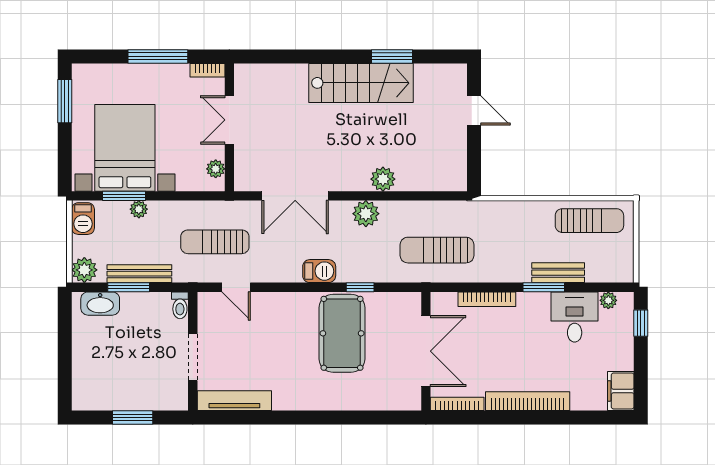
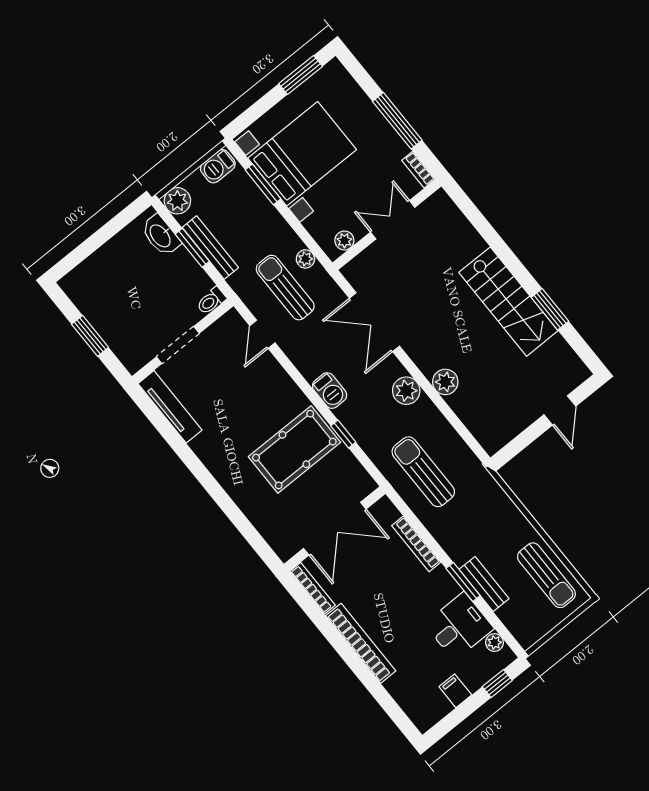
plant: (139, 209) -> (305, 259), moved
filing cabinet: (621, 391) -> (455, 691), moved, width x0.50

